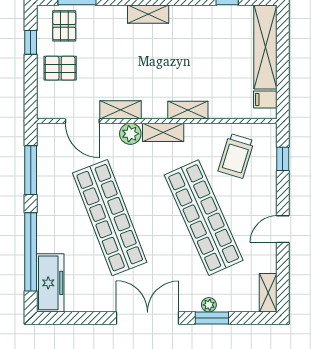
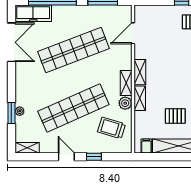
pallet: (60, 68) -> (175, 116), moved, turned 90
shelving: (120, 110) -> (140, 72), moved
plant: (130, 134) -> (125, 103), moved
window: (283, 159) -> (94, 157), moved
double door: (148, 318) -> (11, 42), moved

